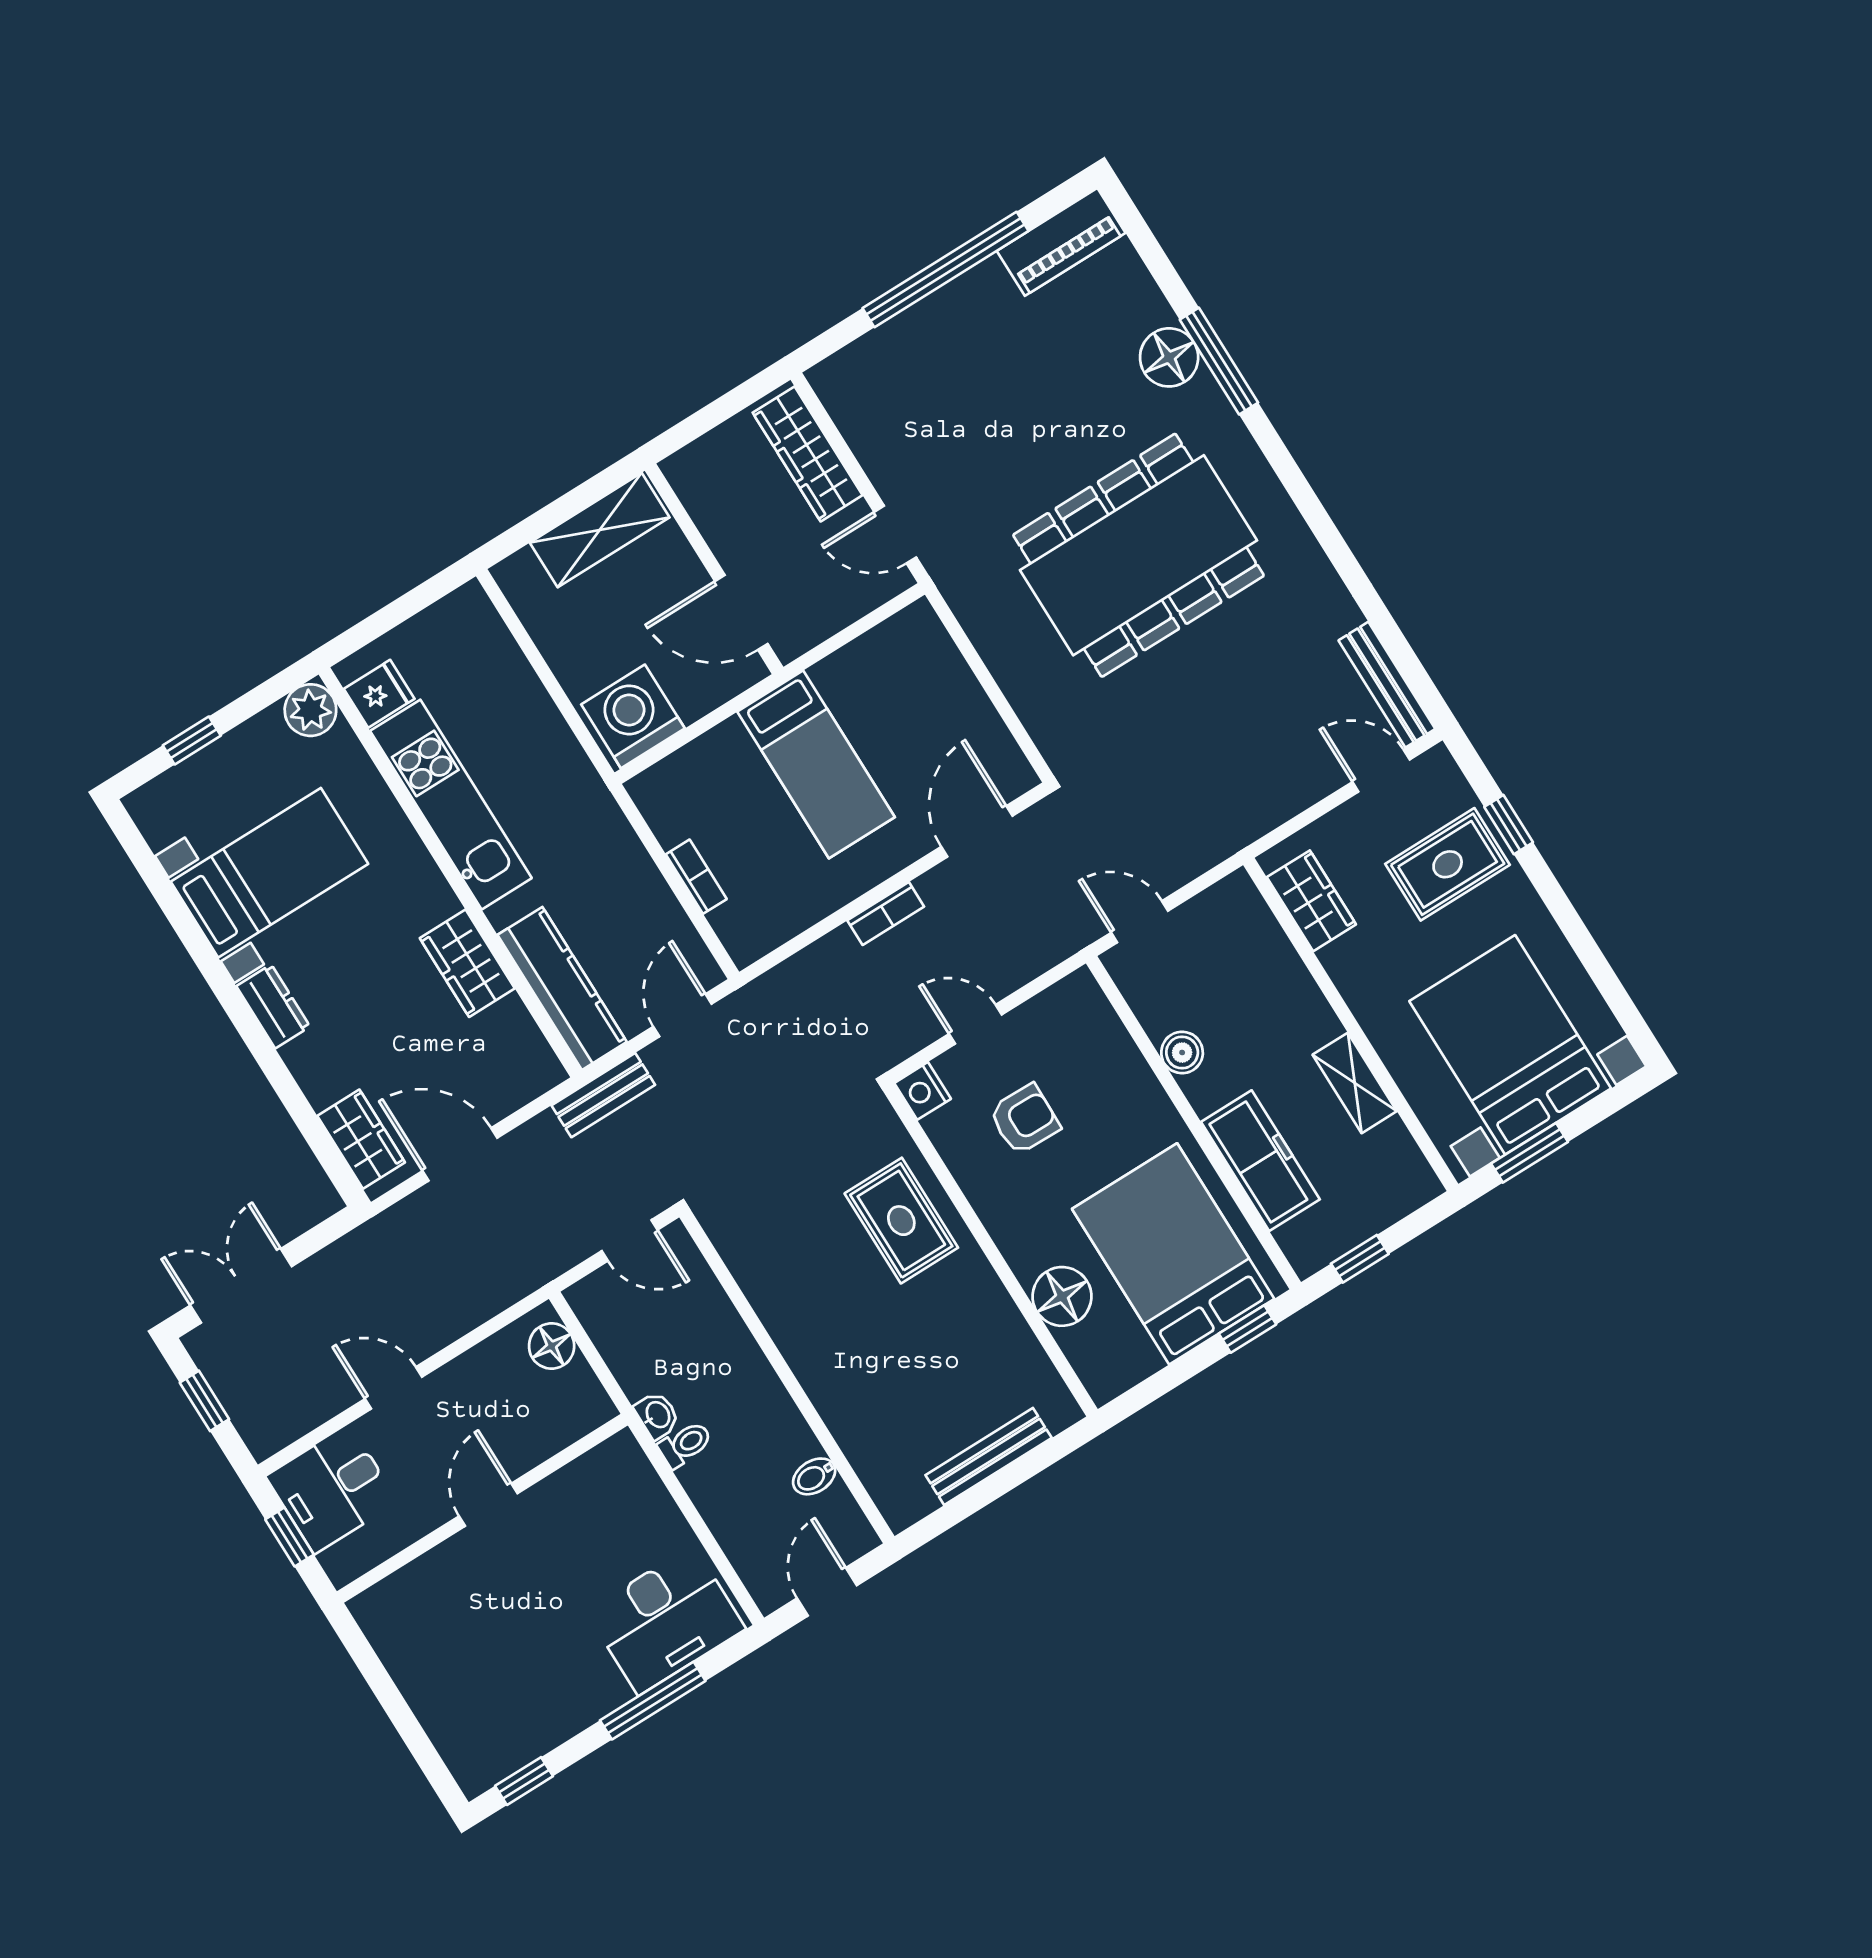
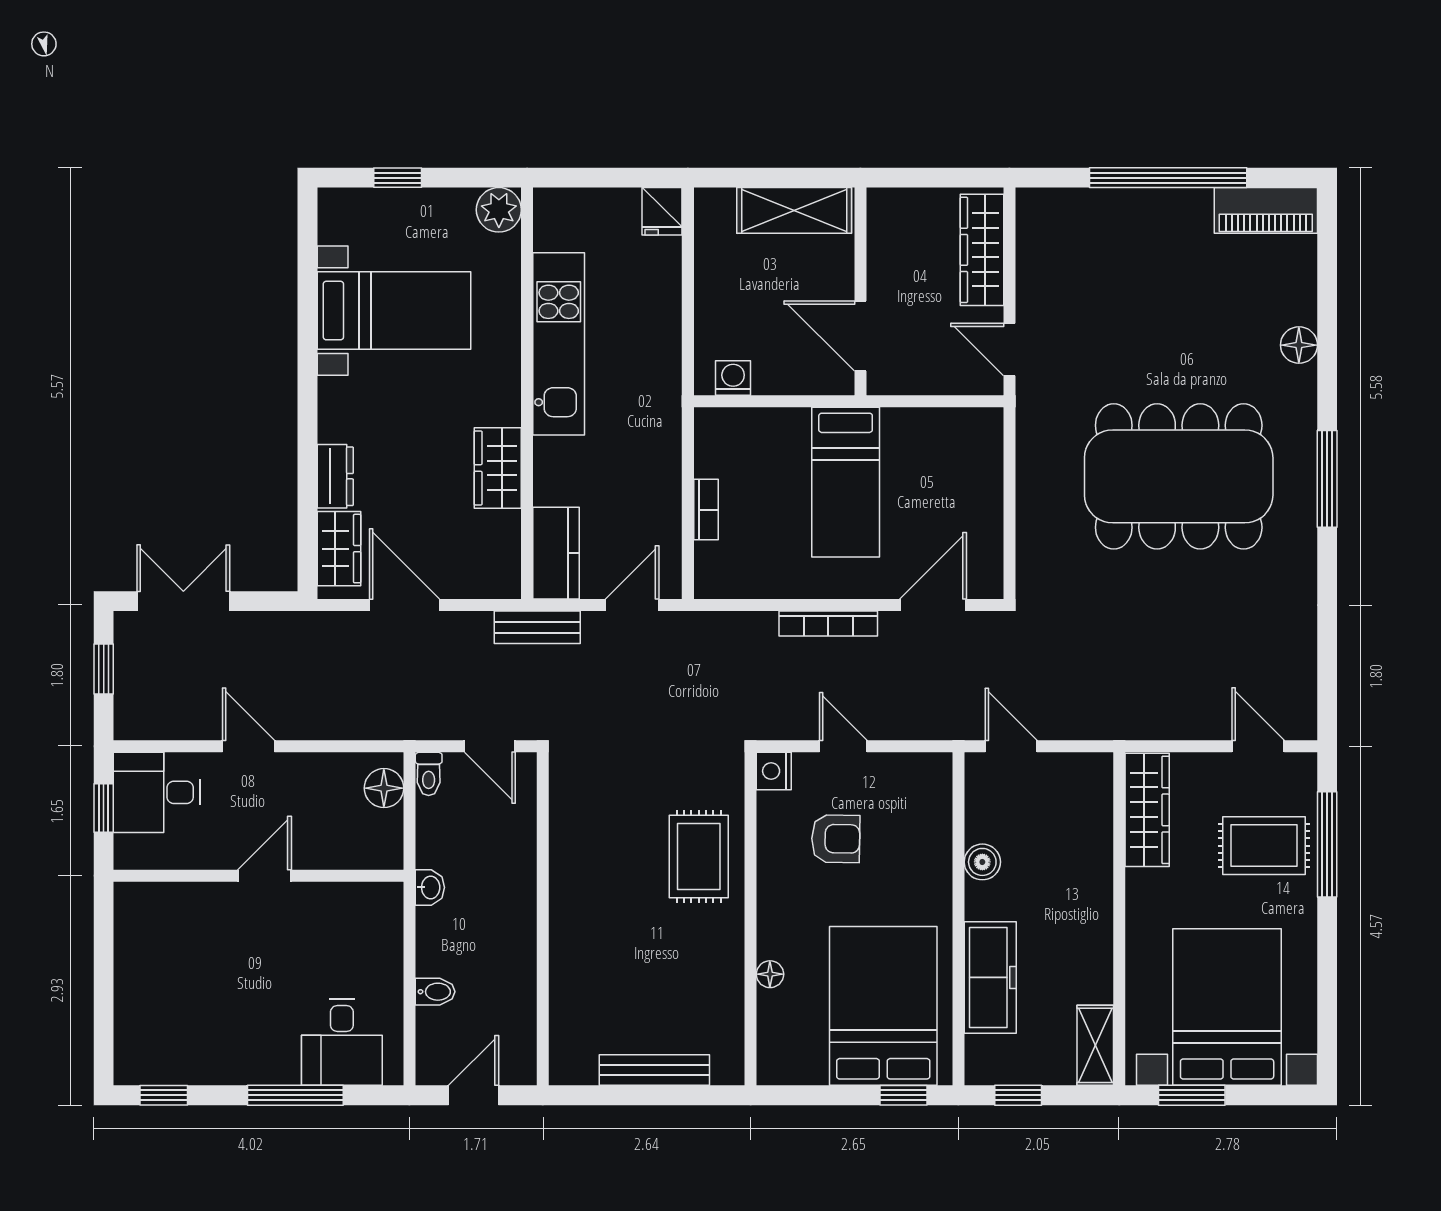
floor lamp: (1169, 357) -> (1299, 345), width x0.73, depth x0.73
window: (1219, 361) -> (1327, 479), moved
bench: (1387, 685) -> (1302, 686), removed
fridge: (379, 694) -> (662, 211), moved, turned 90
washing machine: (633, 716) -> (733, 378), width x0.53, depth x0.53
window: (1509, 825) -> (1327, 844), width x2.17
wardrobe: (1311, 901) -> (1147, 810), width x1.50
bookcase: (886, 913) -> (828, 624), width x1.56
kitchen counter: (562, 988) -> (556, 553), width x0.67
dresser: (273, 1006) -> (335, 476), moved
shelving: (1355, 1083) -> (1095, 1045), moved
floor lamp: (1062, 1296) -> (770, 974), width x0.53, depth x0.53
toilet: (685, 1444) -> (429, 774), moved, turned 90
bidet: (814, 1476) -> (435, 992), moved, turned 180
desk: (666, 1620) -> (342, 1042), width x0.73

